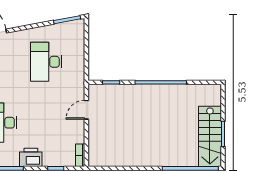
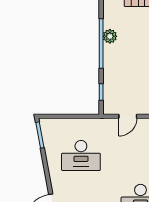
plant: (168, 91) -> (110, 36), added
door: (86, 110) -> (128, 116), hinge flipped

